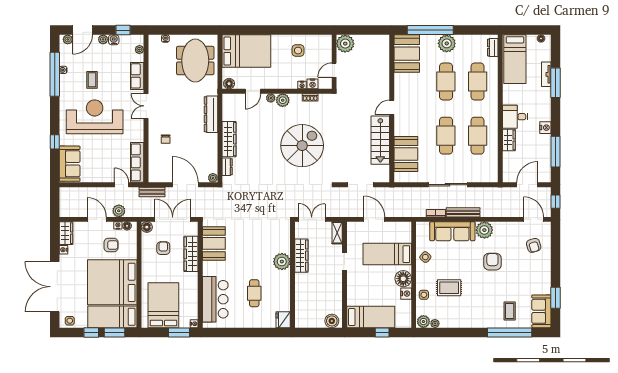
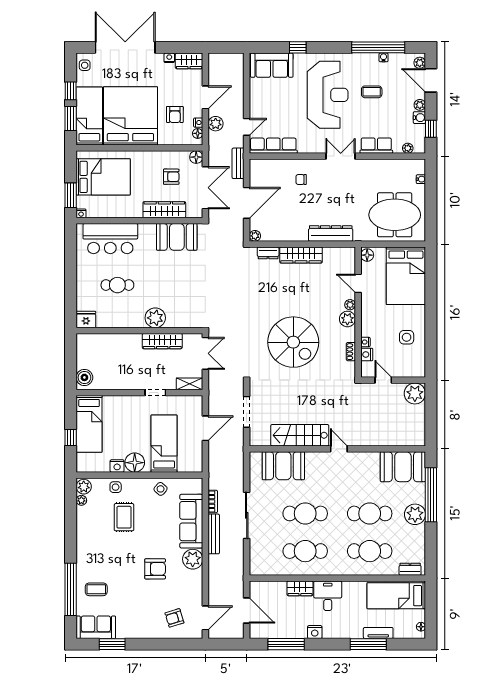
window: (556, 202) -> (227, 644), removed

